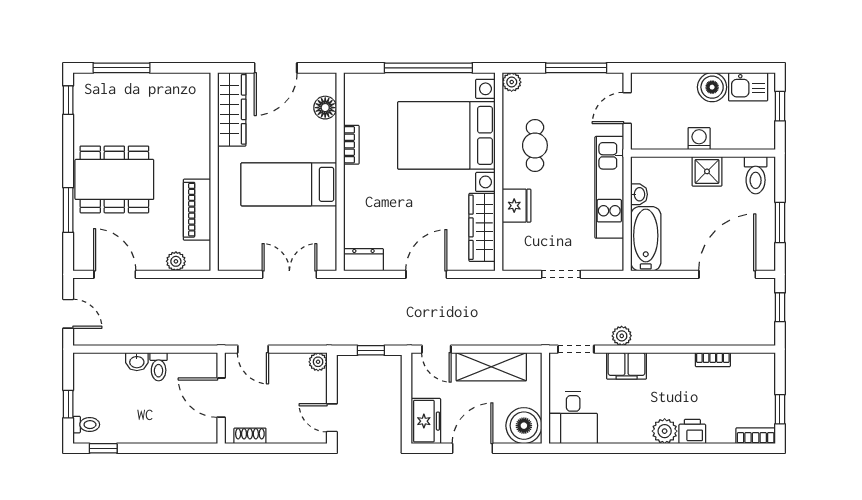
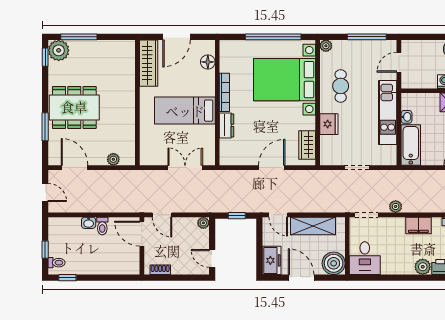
plant: (90, 89) -> (59, 50), added
bookcase: (351, 145) -> (224, 92), width x1.56
piano: (197, 210) -> (127, 127), removed
wardrobe: (482, 227) -> (307, 145), width x0.67
dresser: (363, 260) -> (227, 125), moved, turned 90
filing cabinet: (627, 366) -> (418, 225), moved
door: (221, 398) -> (142, 234), moved
door: (473, 448) -> (301, 278), hinge flipped

